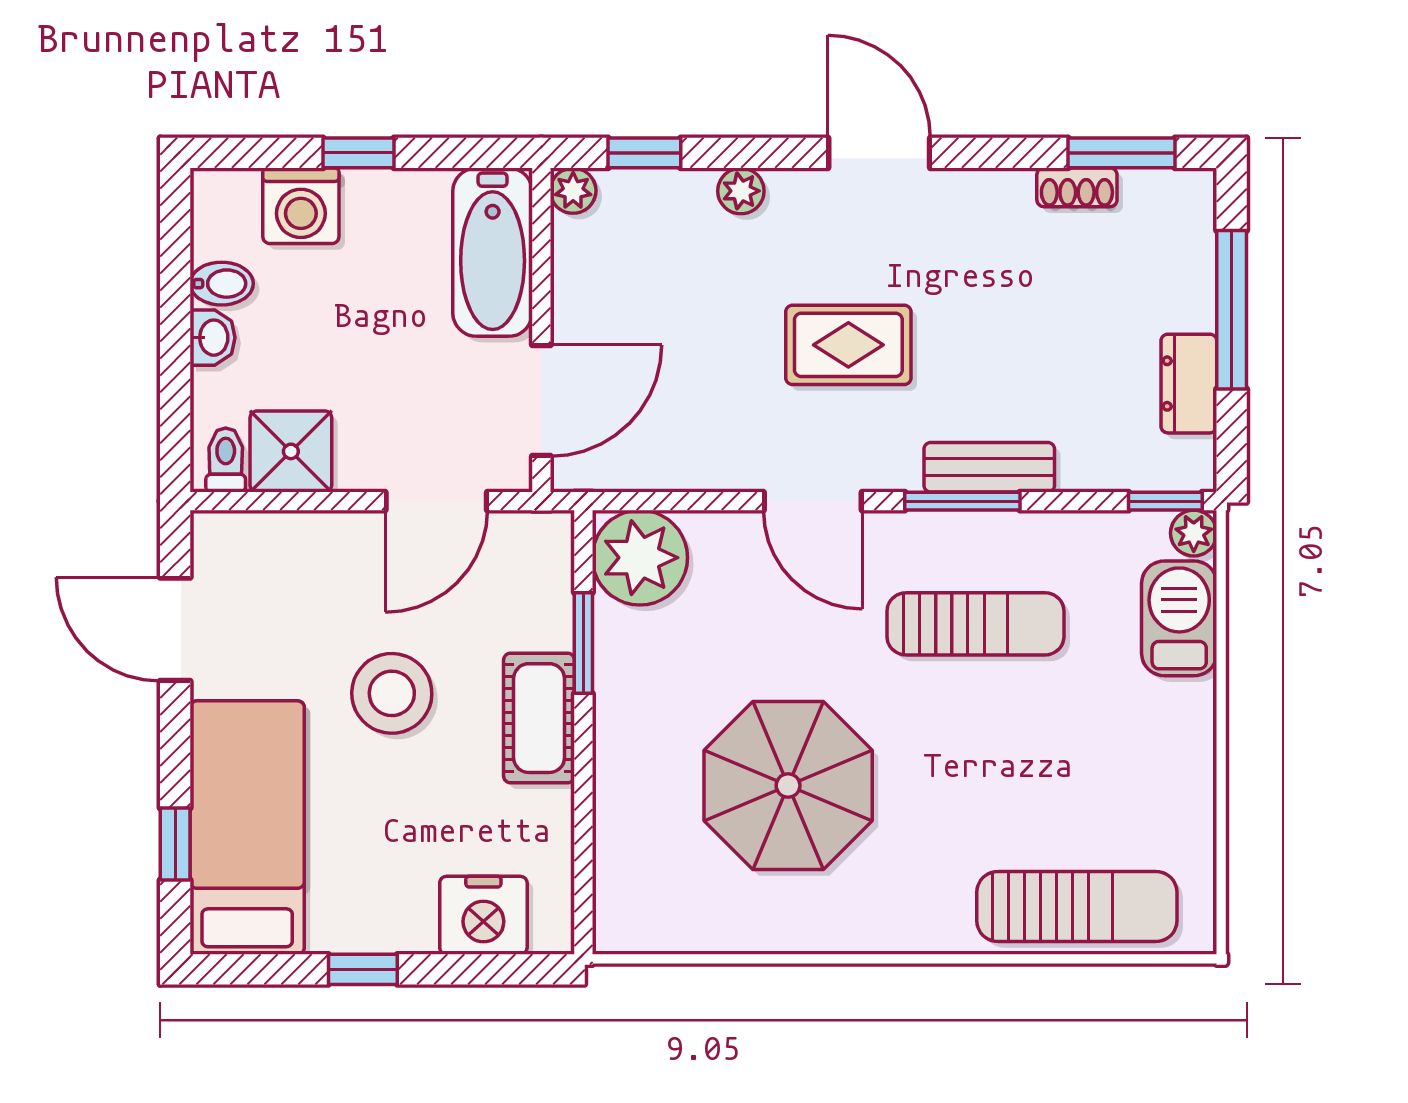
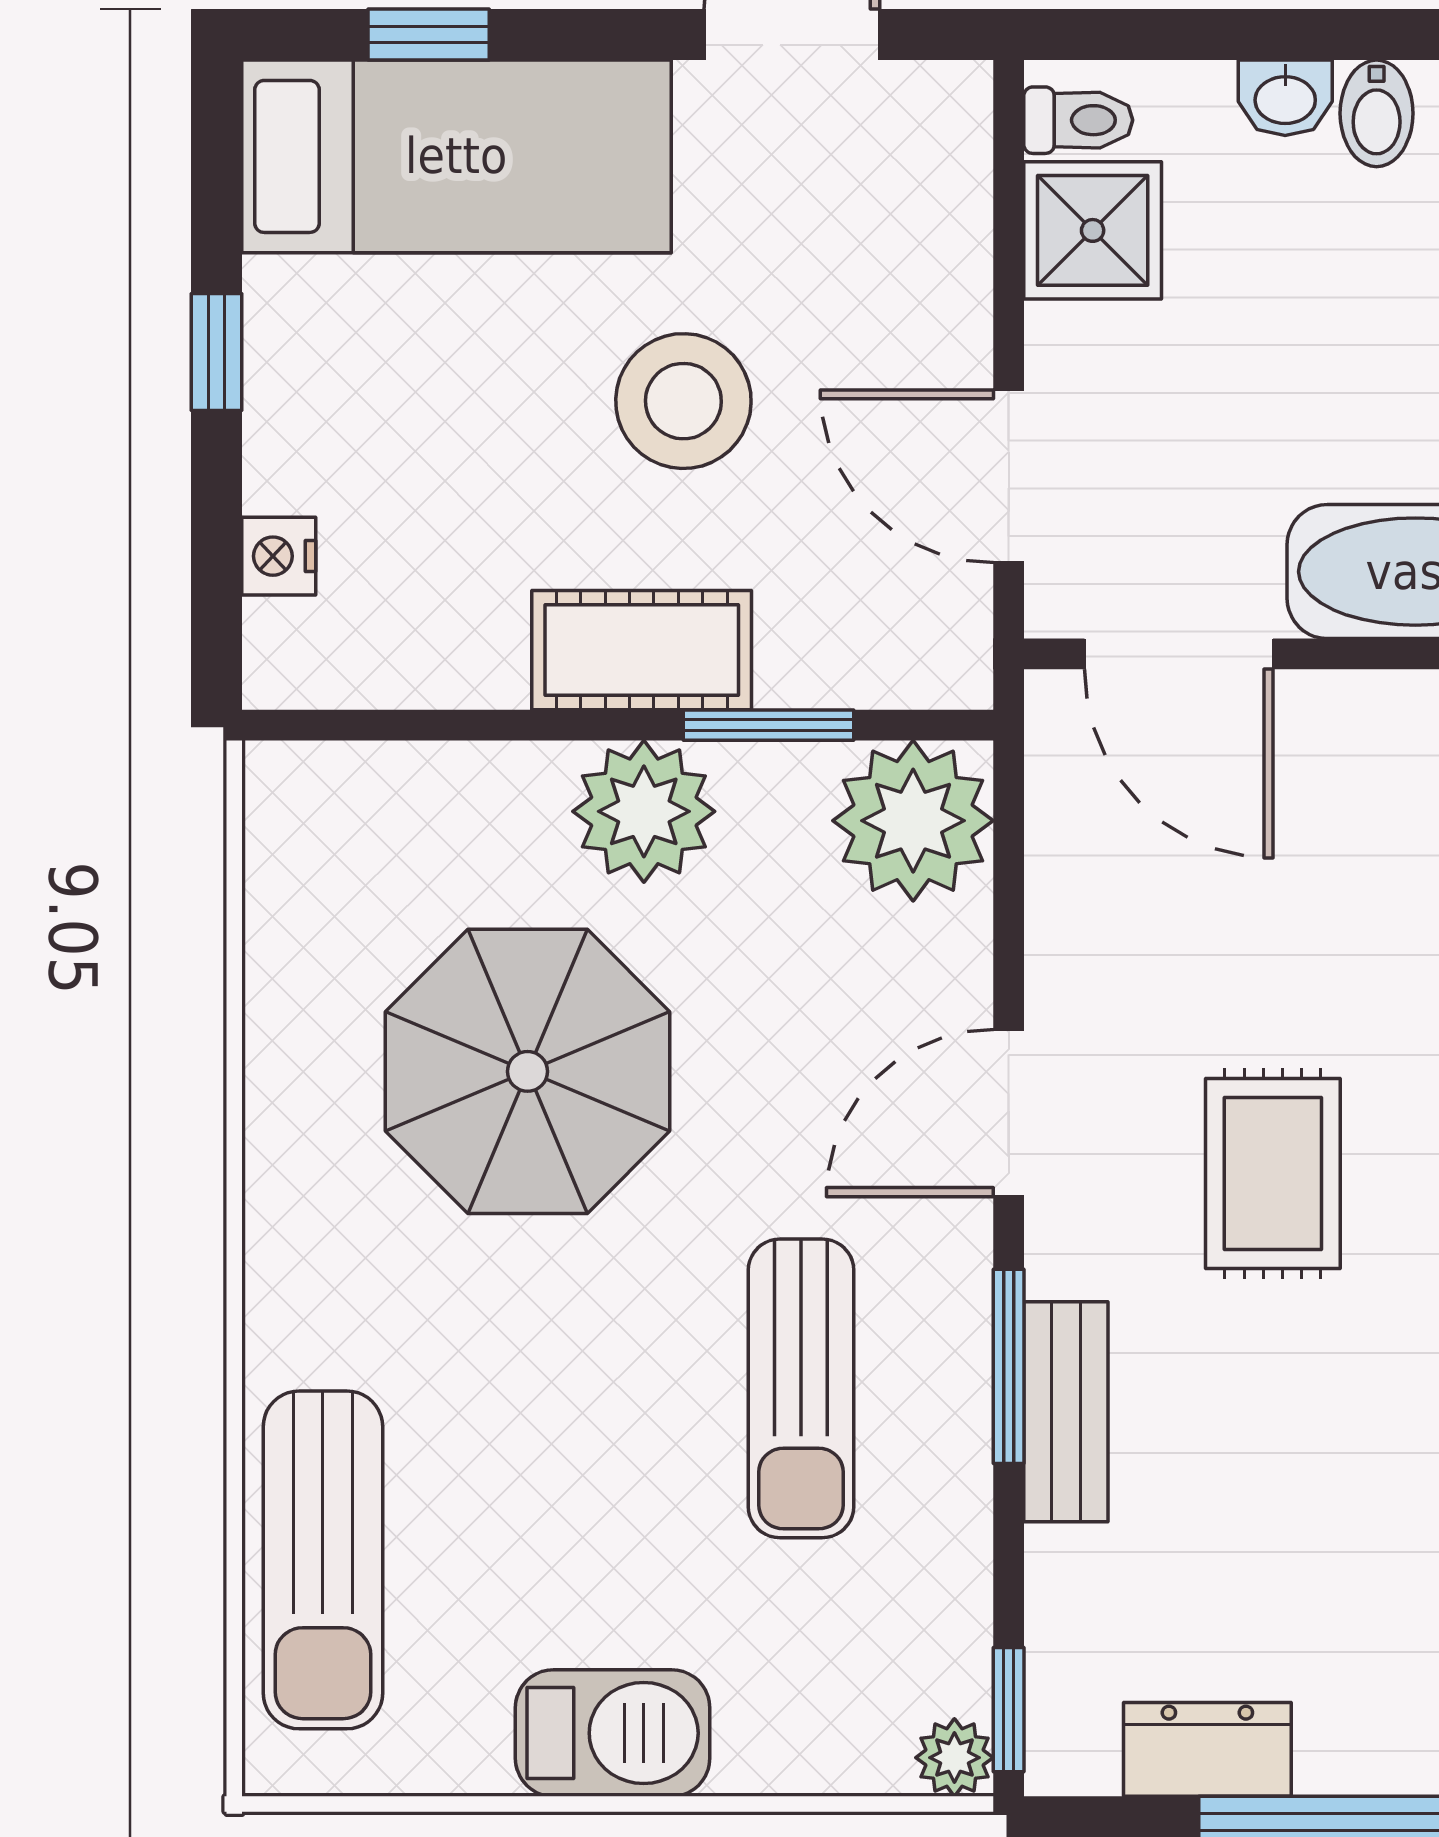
barbecue: (1179, 618) -> (613, 1733), moved
plant: (634, 717) -> (644, 811), added
nightstand: (483, 915) -> (279, 556), width x0.53, depth x0.56

